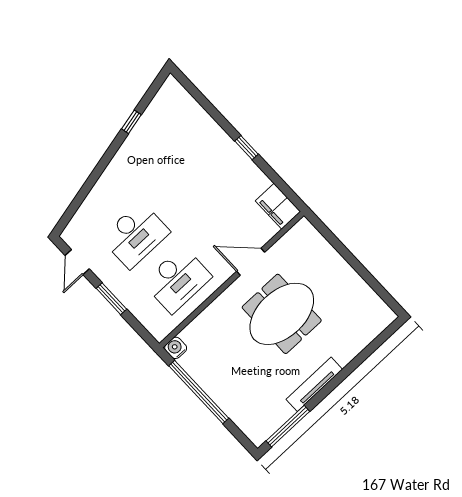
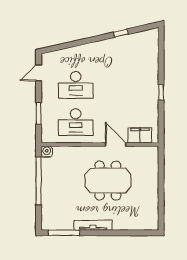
filing cabinet: (278, 206) -> (140, 135), moved, turned 90
window: (111, 299) -> (39, 113), moved

